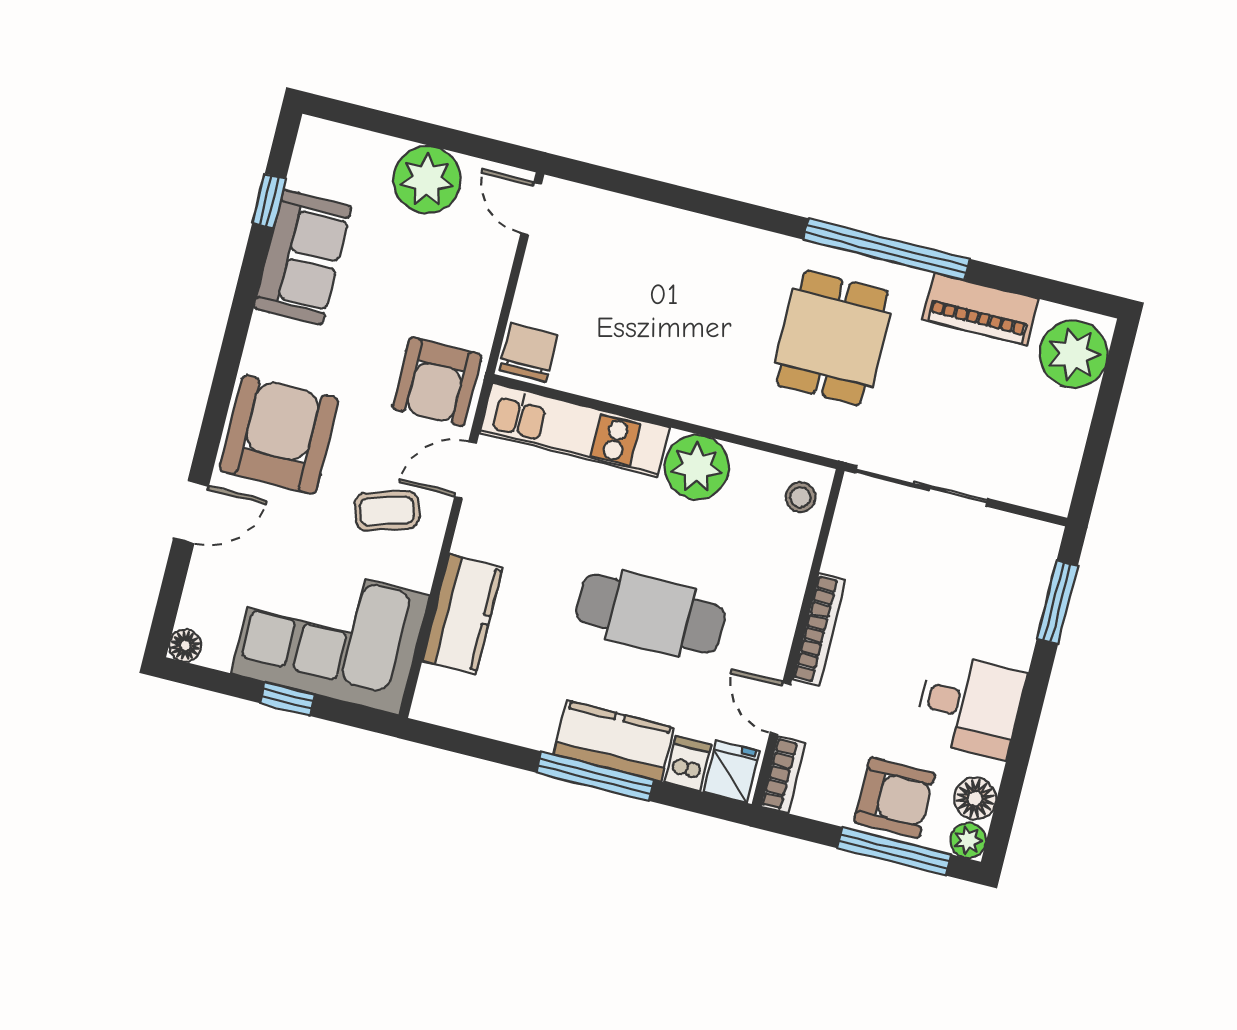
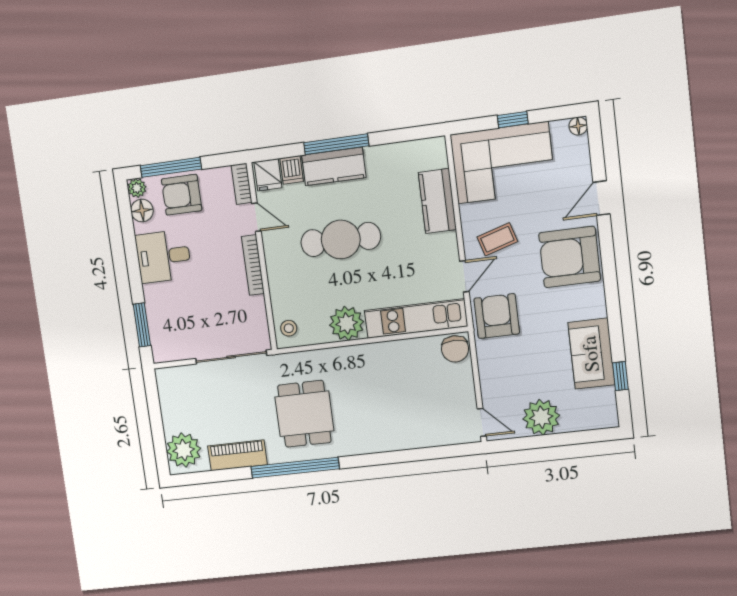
armchair: (279, 435) -> (570, 257), turned 90

